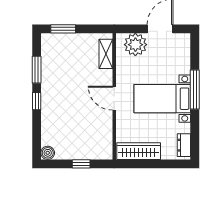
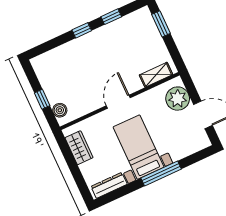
window: (37, 70) -> (111, 17), width x0.67
dresser: (184, 145) -> (109, 185), width x1.44
wardrobe: (139, 151) -> (79, 148), width x0.67
boiler: (48, 153) -> (60, 110), moved

